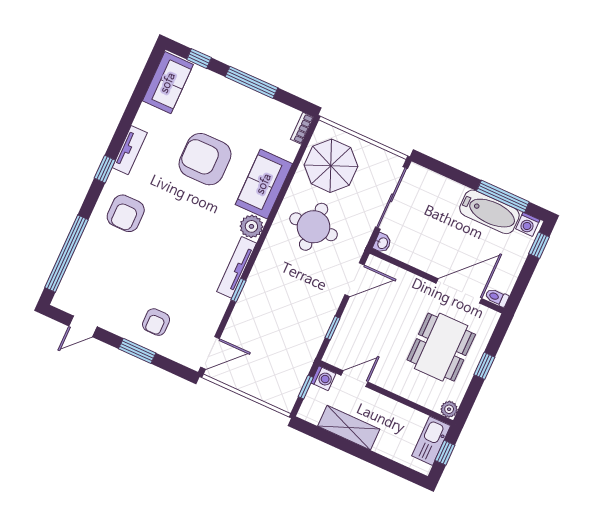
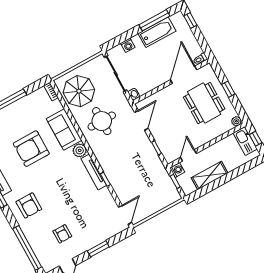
washing machine: (528, 224) -> (128, 45), moved
armchair: (156, 322) -> (62, 234), moved

